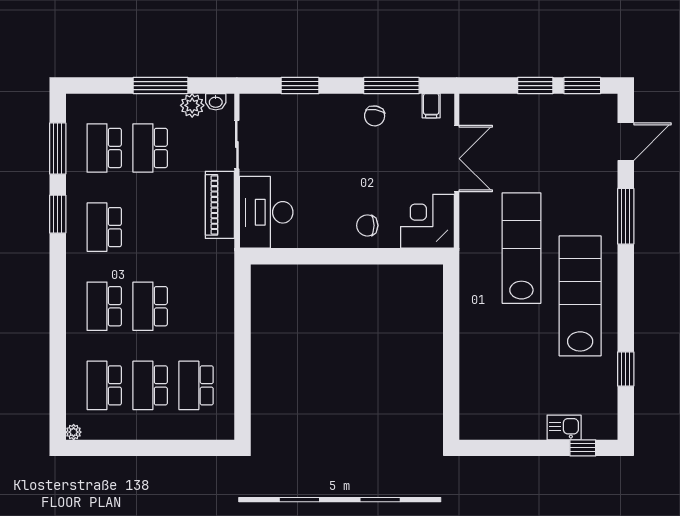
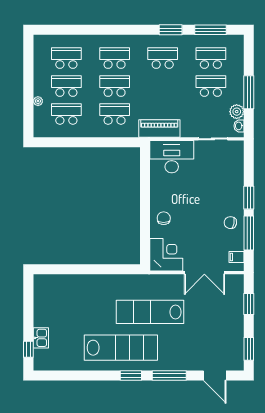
window: (300, 86) -> (249, 198), moved
window: (535, 86) -> (249, 304), moved
piano: (220, 205) -> (159, 128), moved
lab bench: (521, 248) -> (150, 312), turned 180
school desk: (196, 306) -> (115, 114), added
window: (626, 369) -> (131, 375), moved
plant: (74, 432) -> (38, 101), moved

